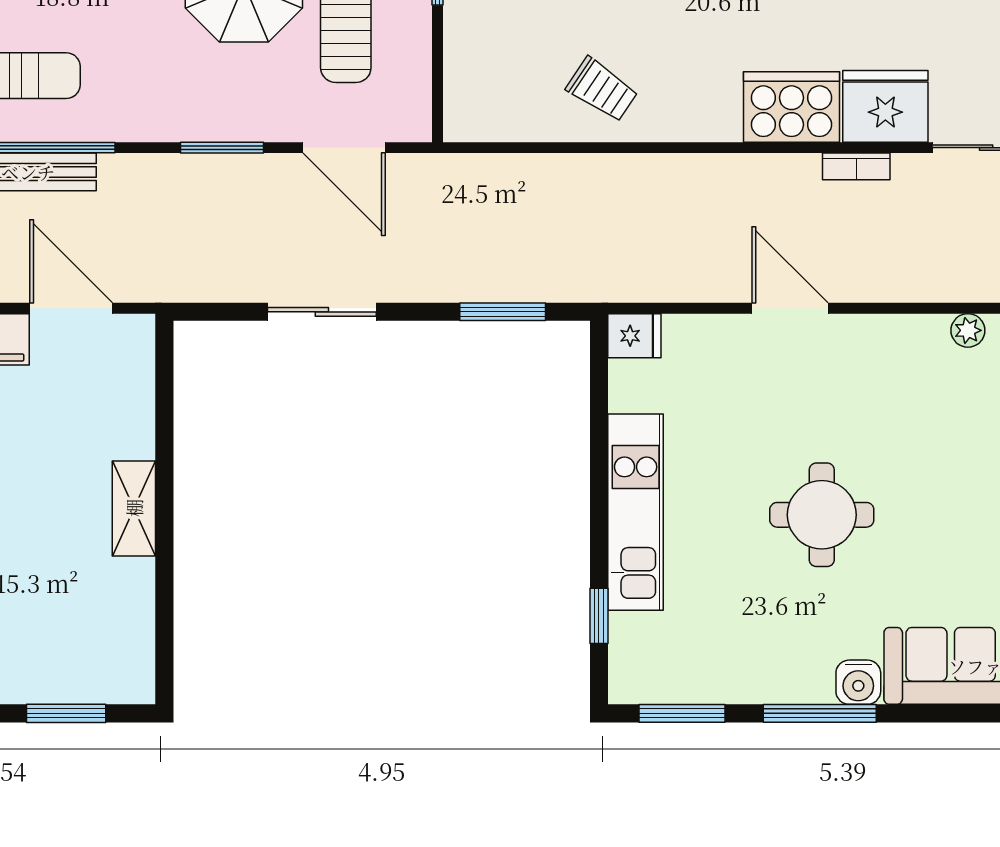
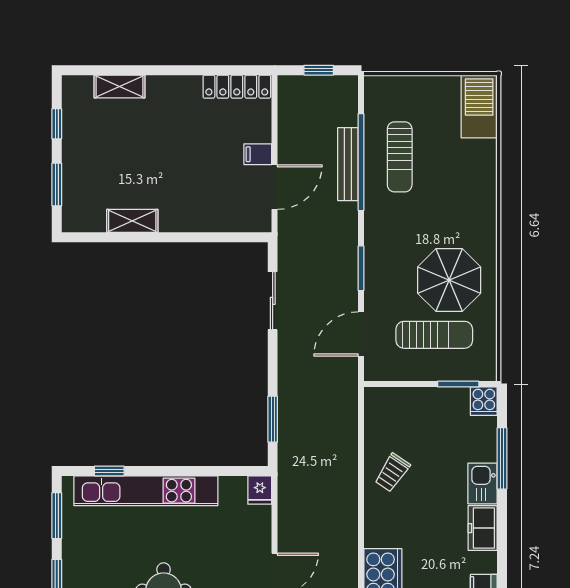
sliding door: (322, 312) -> (273, 301), moved
shelving: (134, 508) -> (132, 221), moved
kitchen unit: (636, 512) -> (146, 491), width x1.36

